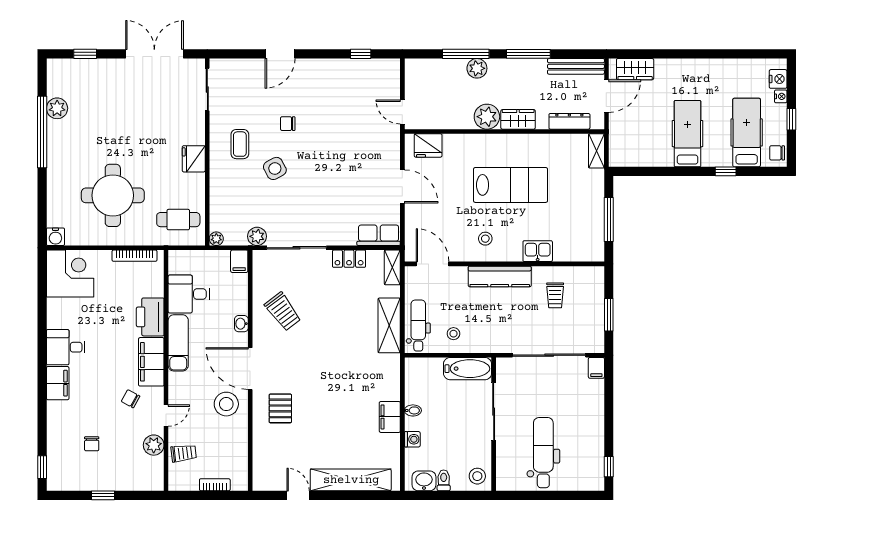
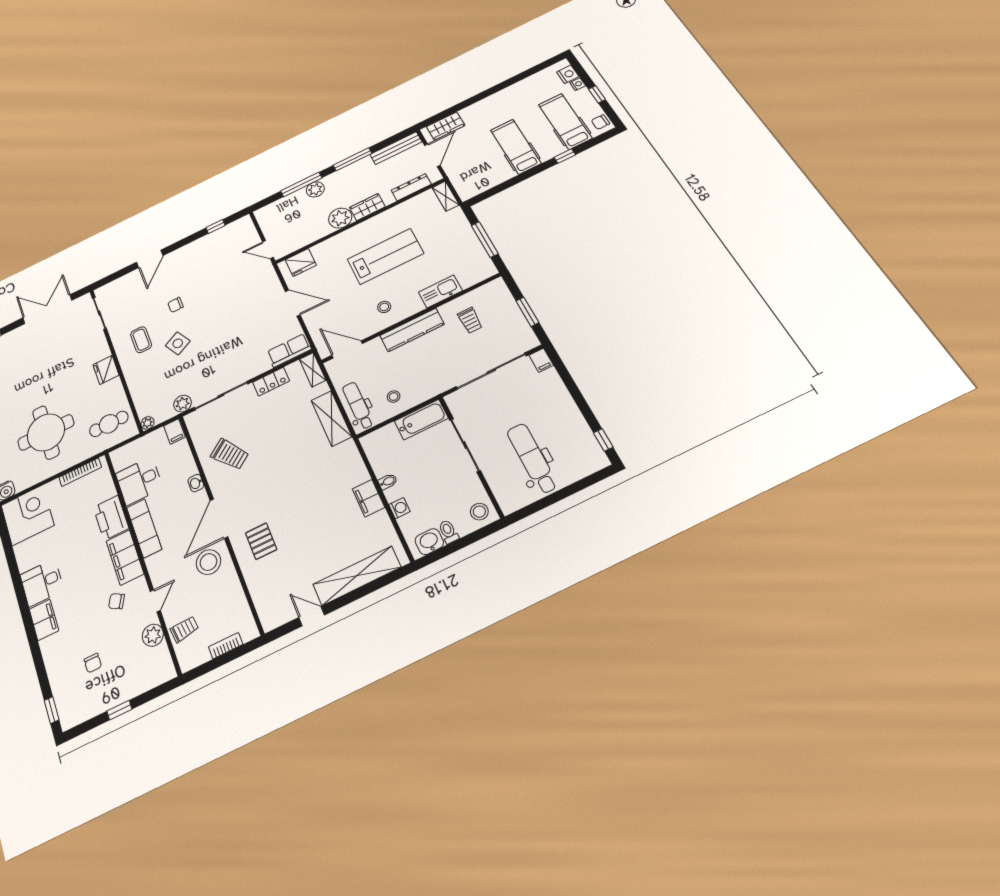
kitchen sink: (538, 251) -> (440, 291), width x1.38
door: (250, 369) -> (219, 519), hinge flipped

